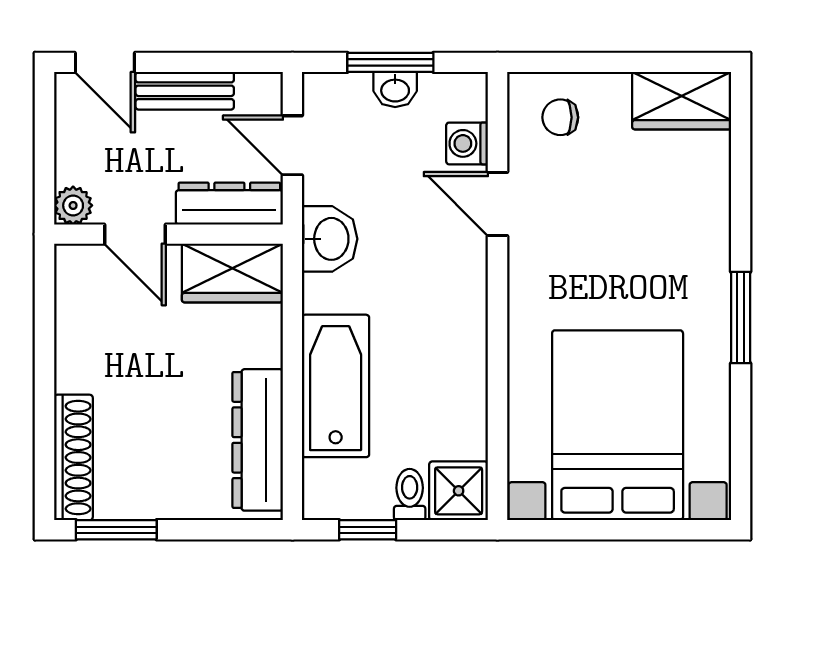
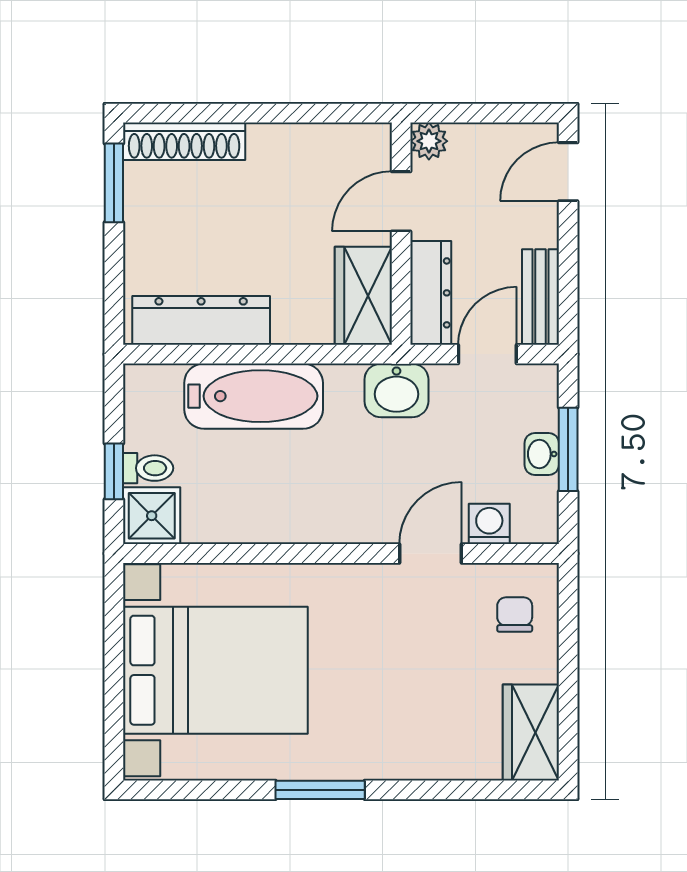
bench: (185, 91) -> (540, 297), moved
window: (368, 530) -> (114, 471), moved

